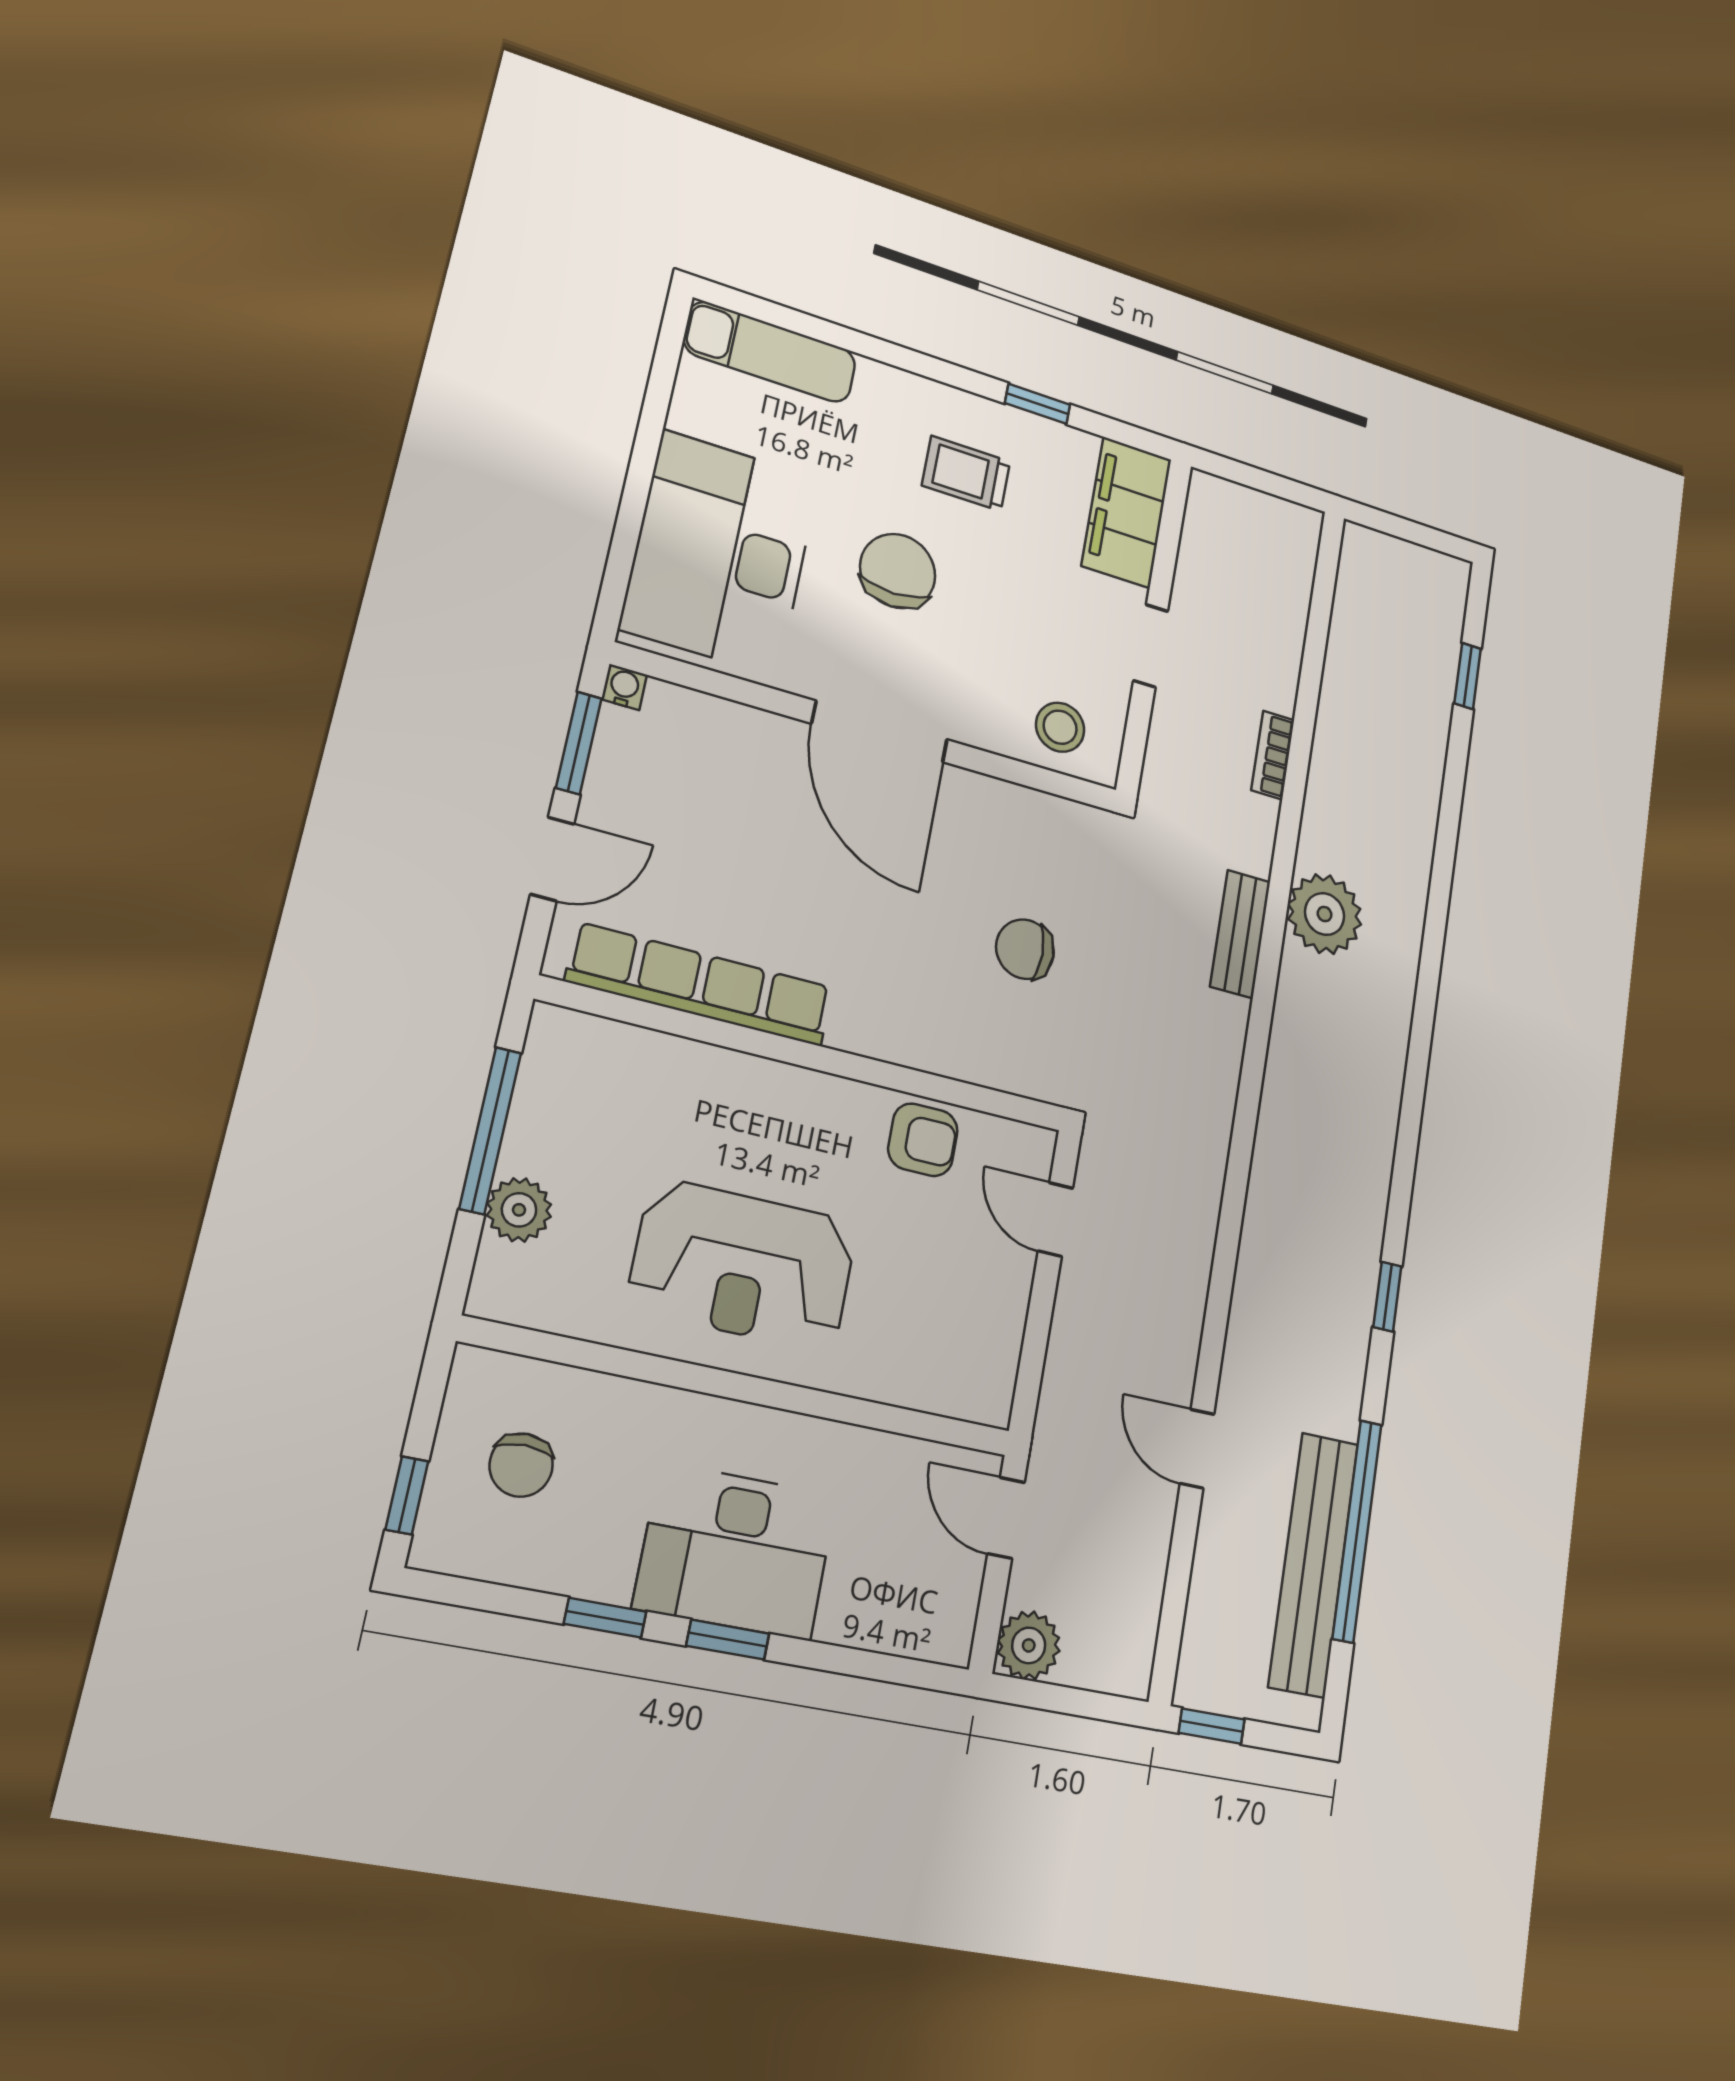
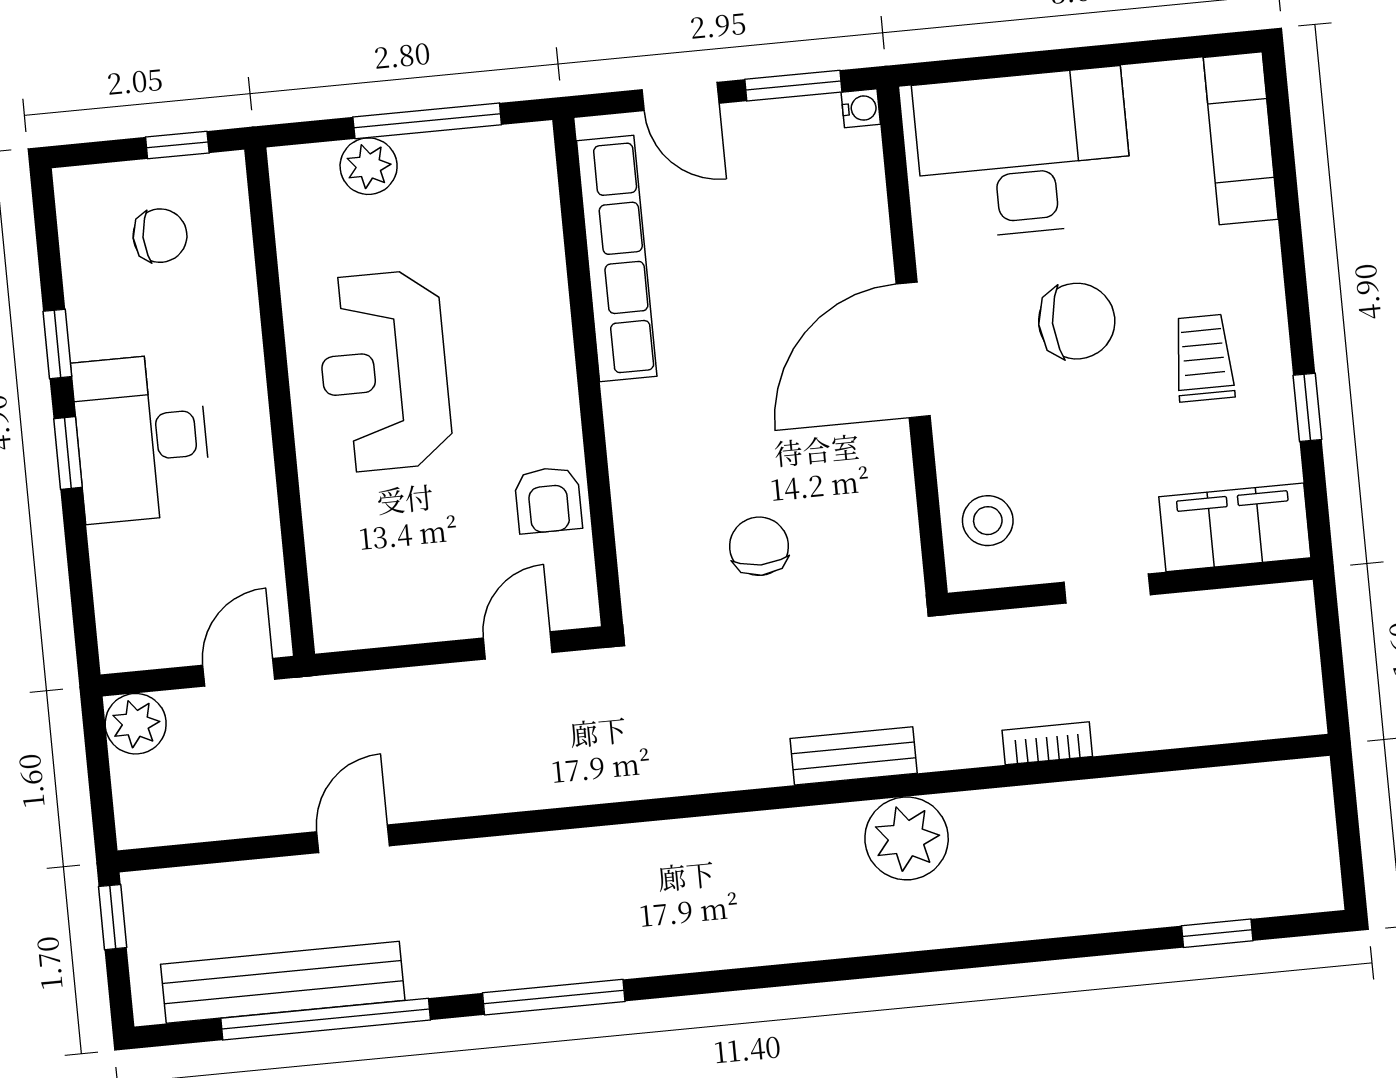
window: (1387, 1297) -> (554, 997), width x2.17
chair: (521, 1465) -> (160, 236), turned 180
window: (407, 1495) -> (177, 145), moved

